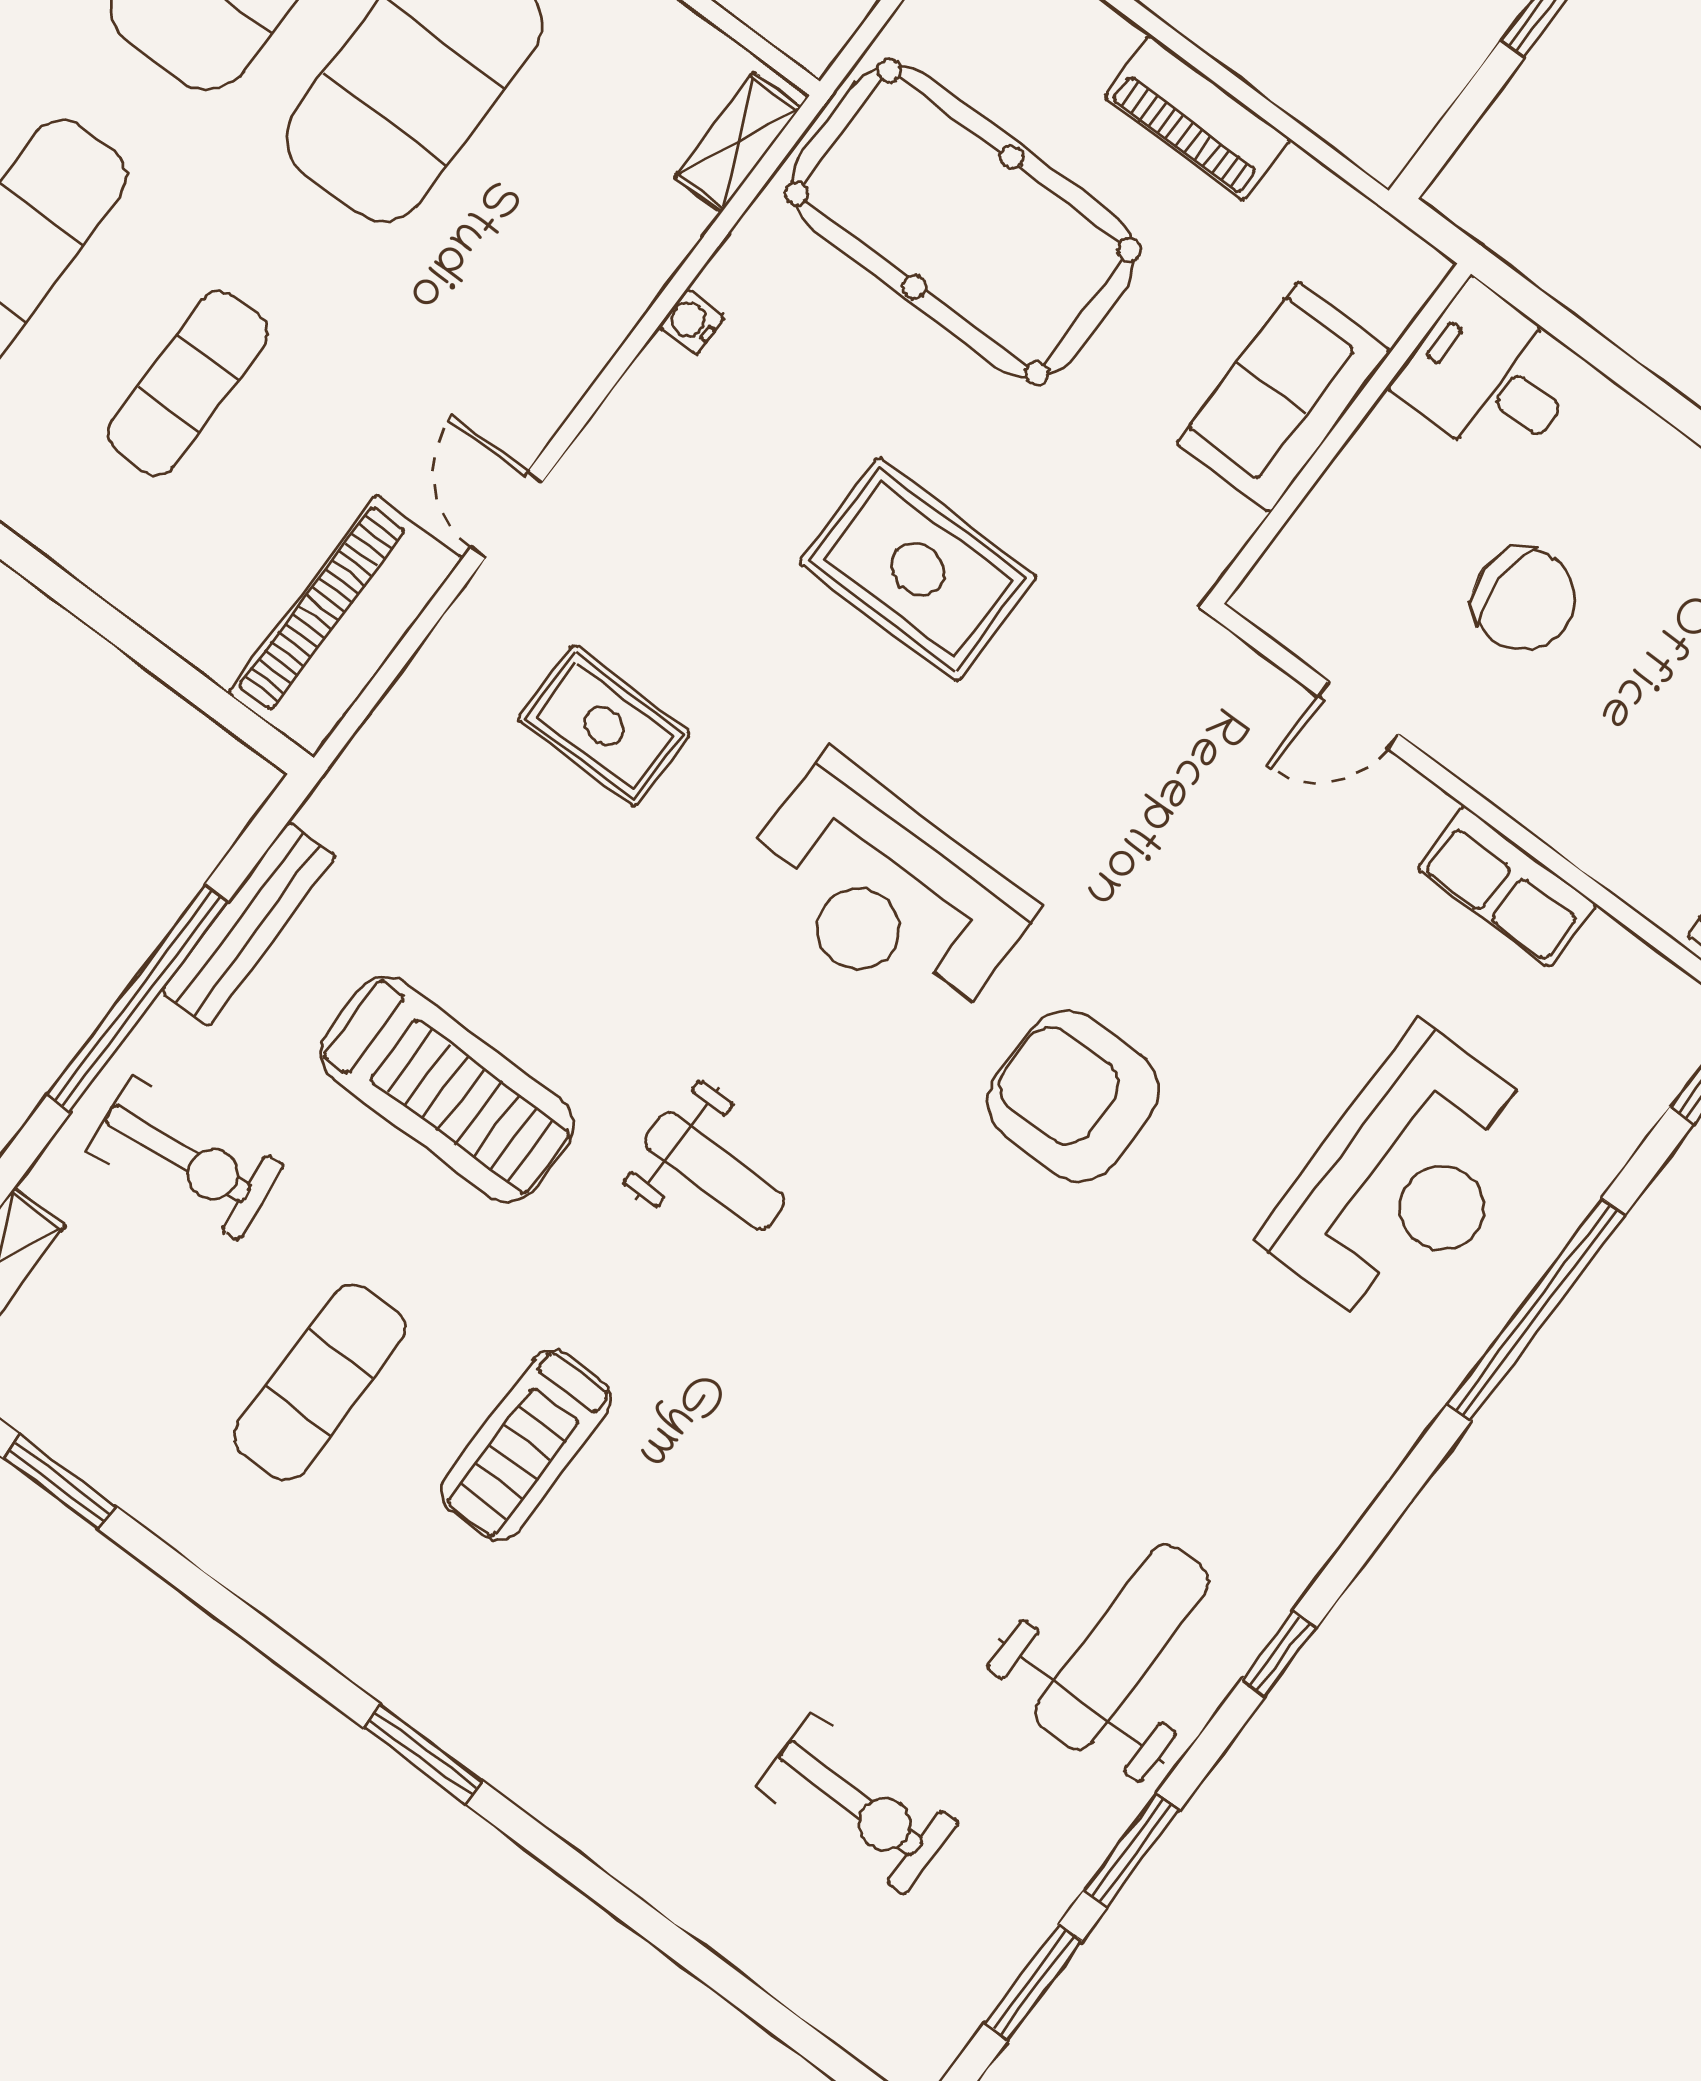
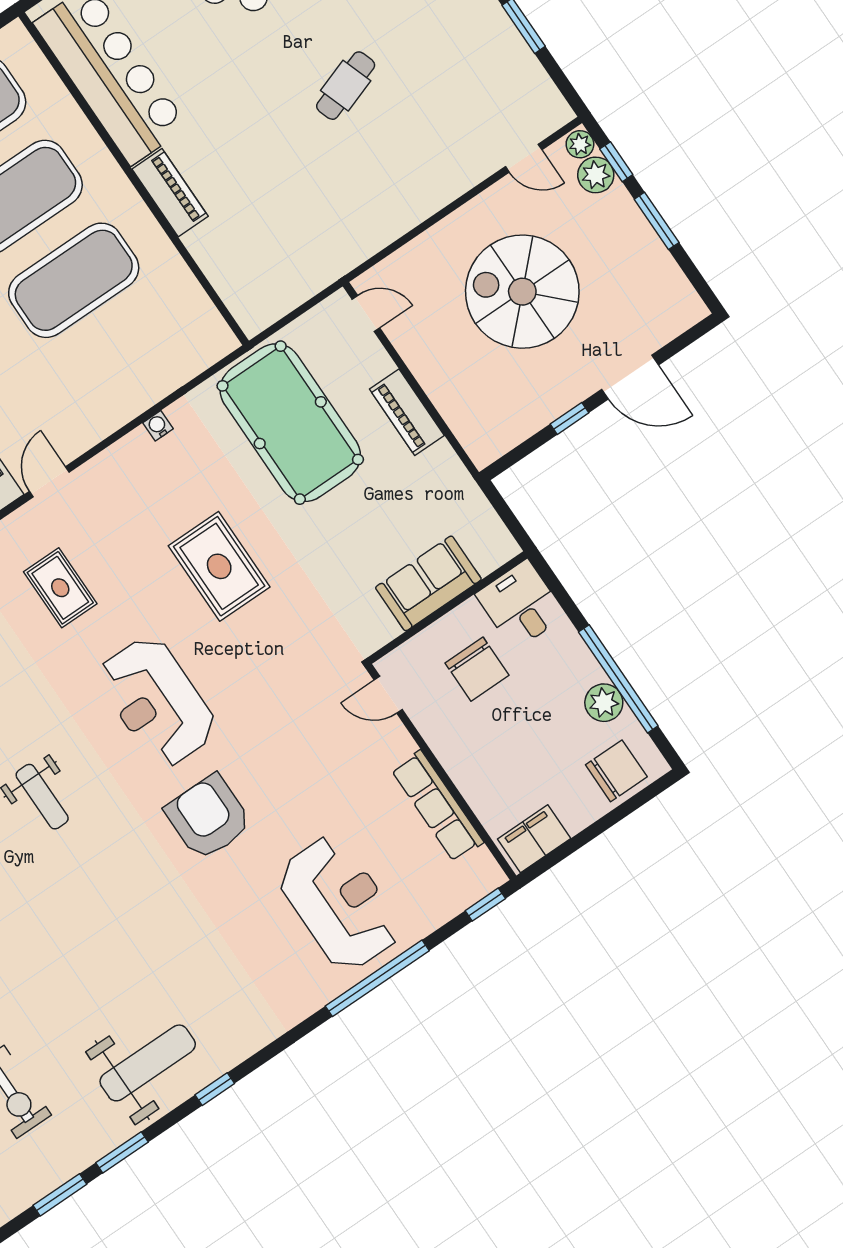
shelving: (738, 142) -> (204, 355), removed
desk: (1490, 376) -> (521, 605), moved
sofa: (1284, 397) -> (428, 583), moved
wall: (1341, 434) -> (448, 608), moved
row of seats: (1507, 887) -> (437, 806), width x1.48
reception desk: (1405, 1181) -> (339, 903), turned -90

